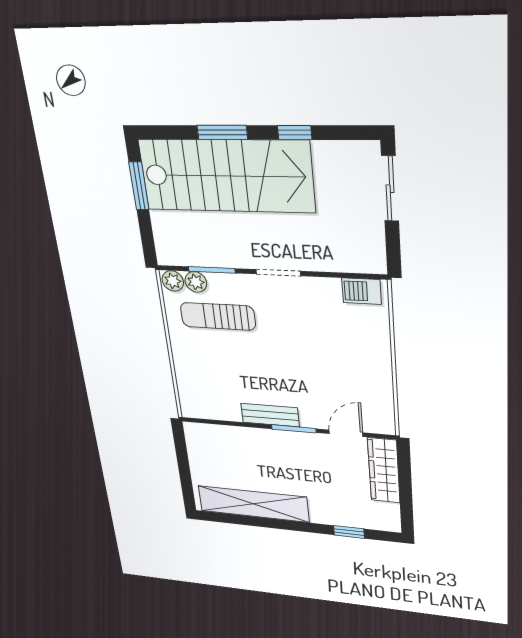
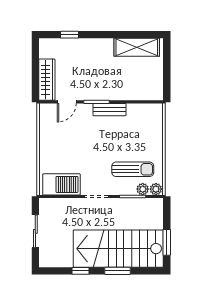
sliding door: (390, 189) -> (35, 231), moved
barbecue: (362, 291) -> (61, 184), width x1.88, depth x1.53
shelving: (253, 504) -> (137, 47), width x0.68

